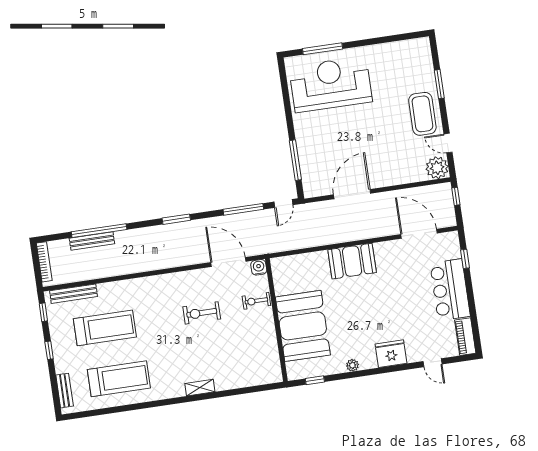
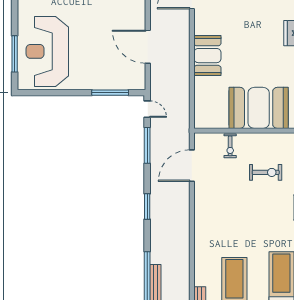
water cooler: (259, 267) -> (201, 139), removed
exercise bike: (202, 313) -> (266, 172), moved, turned -90

